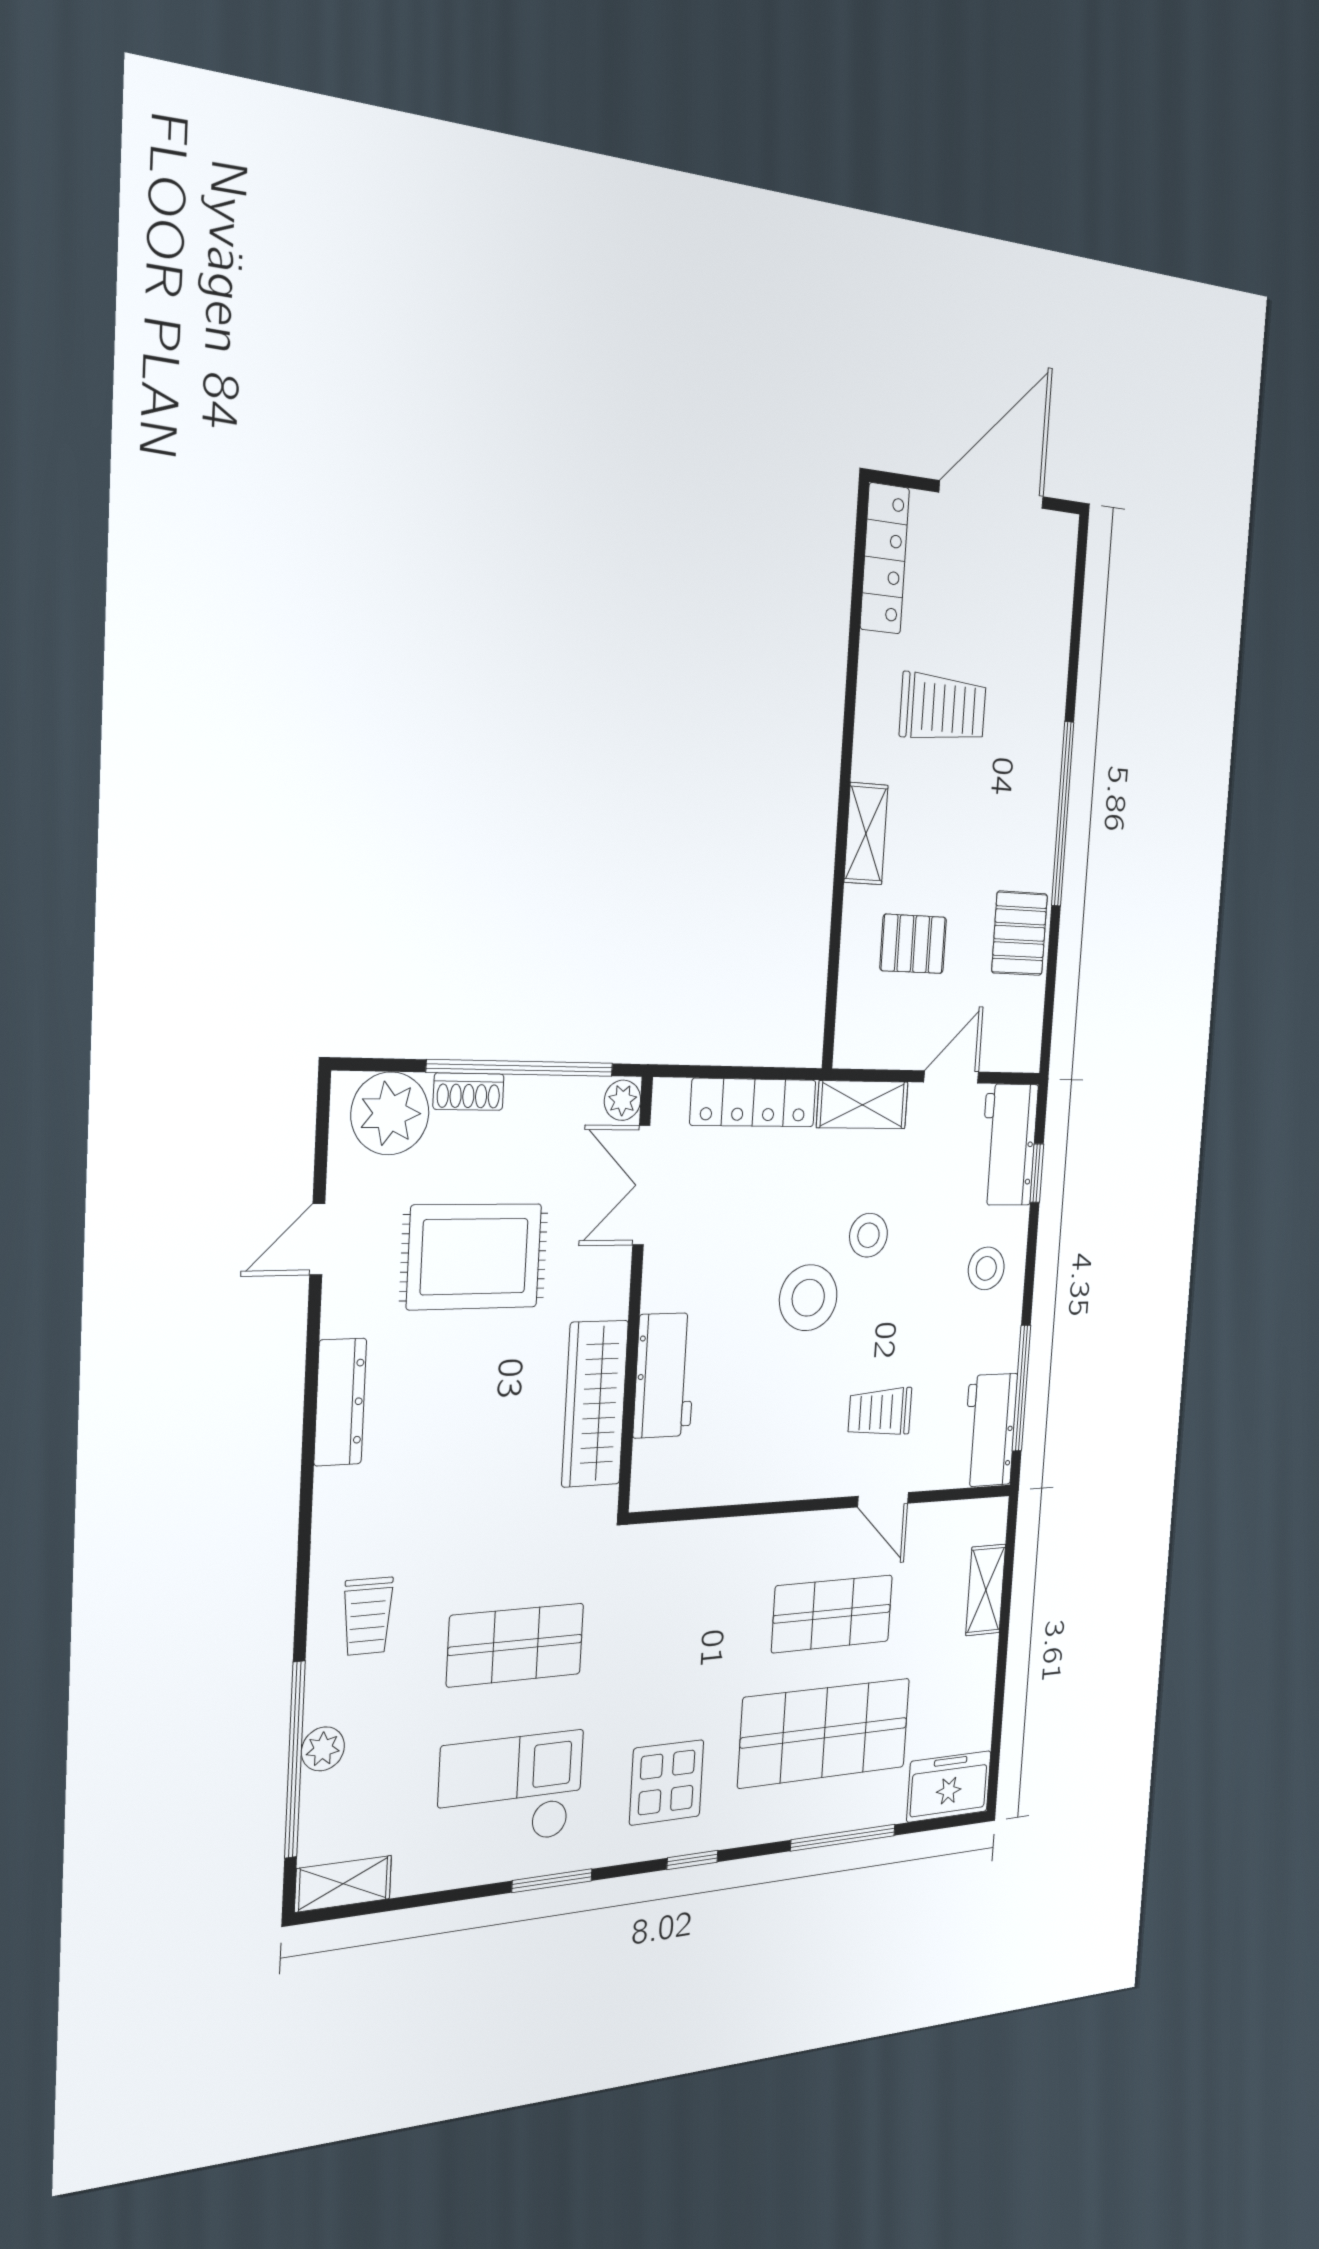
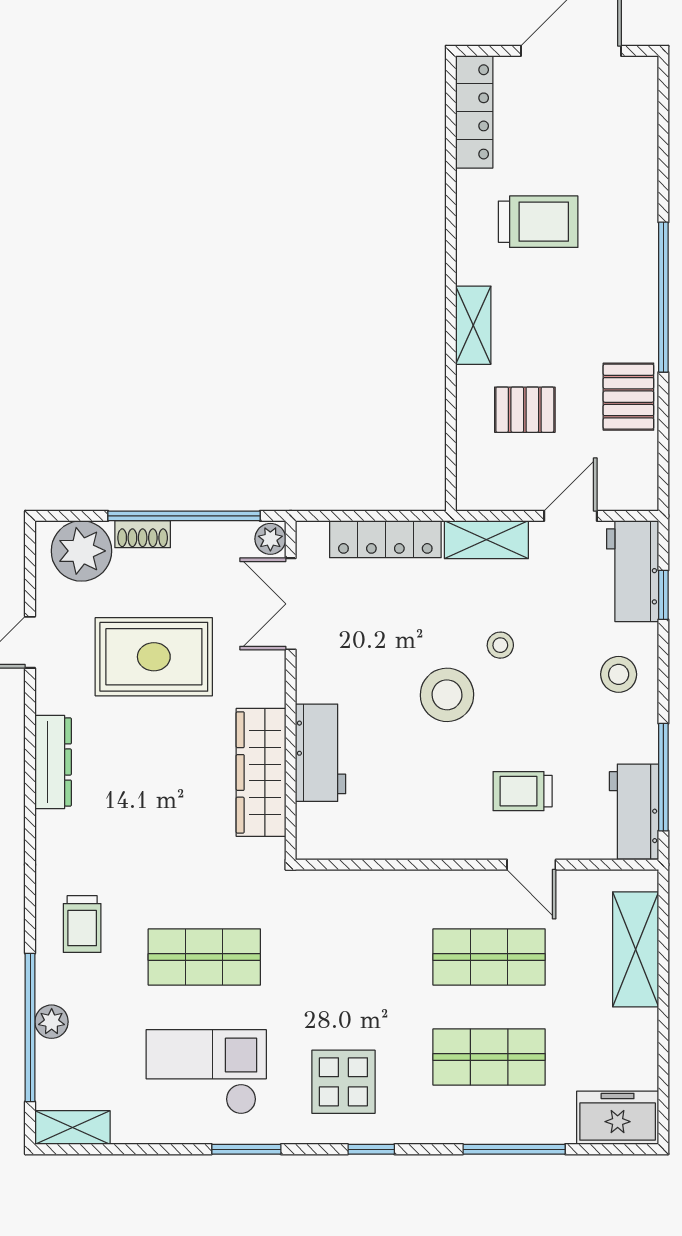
stool: (869, 1235) -> (500, 645), width x0.73, depth x0.73
shelving: (986, 1590) -> (636, 949), width x1.50, depth x1.33
shop shelf: (825, 1733) -> (489, 1057), width x0.70, depth x0.74

